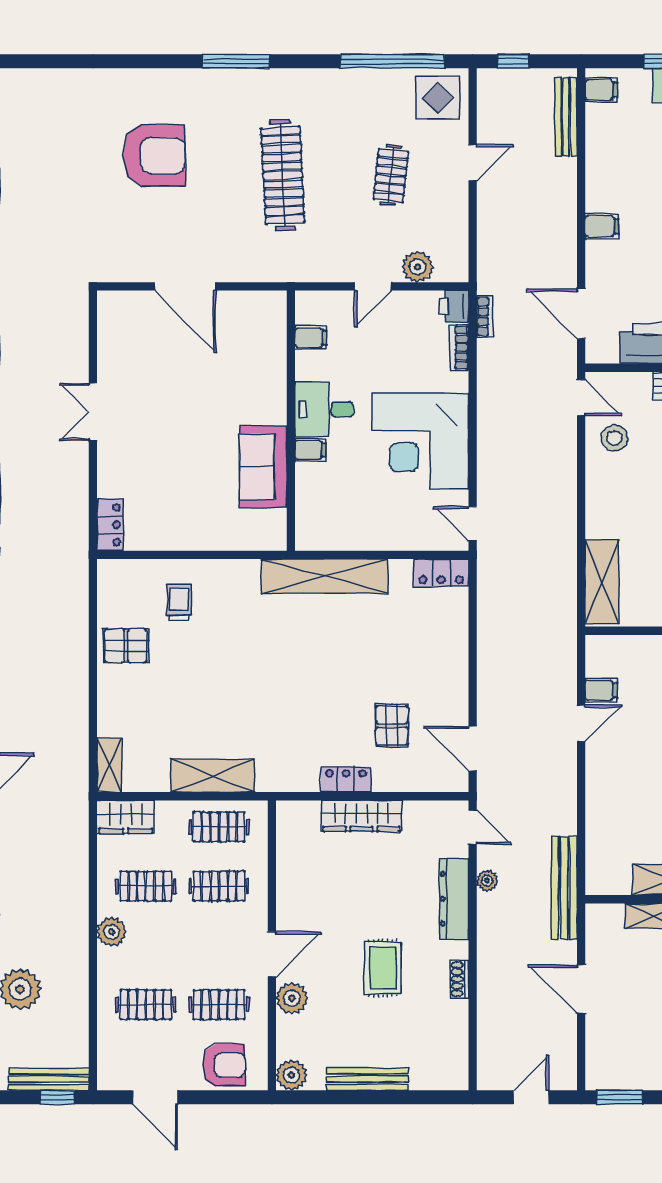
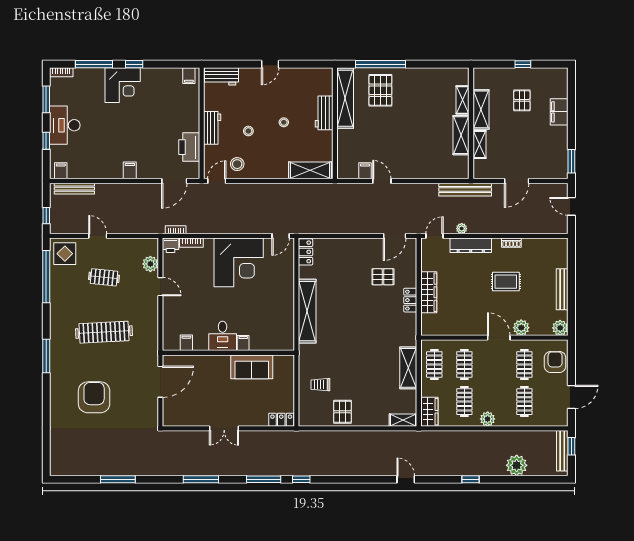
filing cabinet: (311, 338) -> (186, 343), moved
desk: (324, 409) -> (223, 336), moved
wall: (291, 421) -> (228, 353), moved
filing cabinet: (310, 450) -> (243, 343), moved
sofa: (263, 467) -> (252, 367), moved

